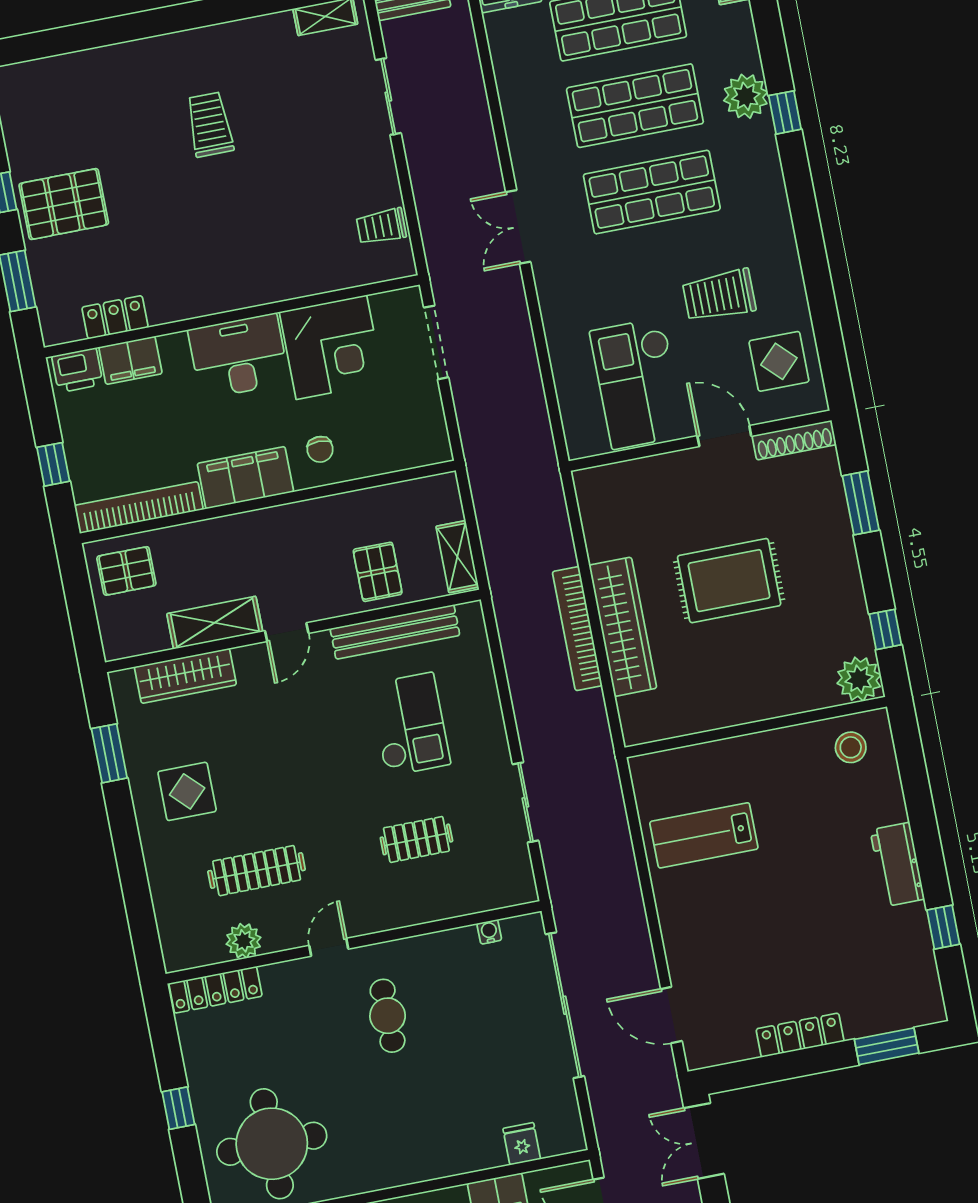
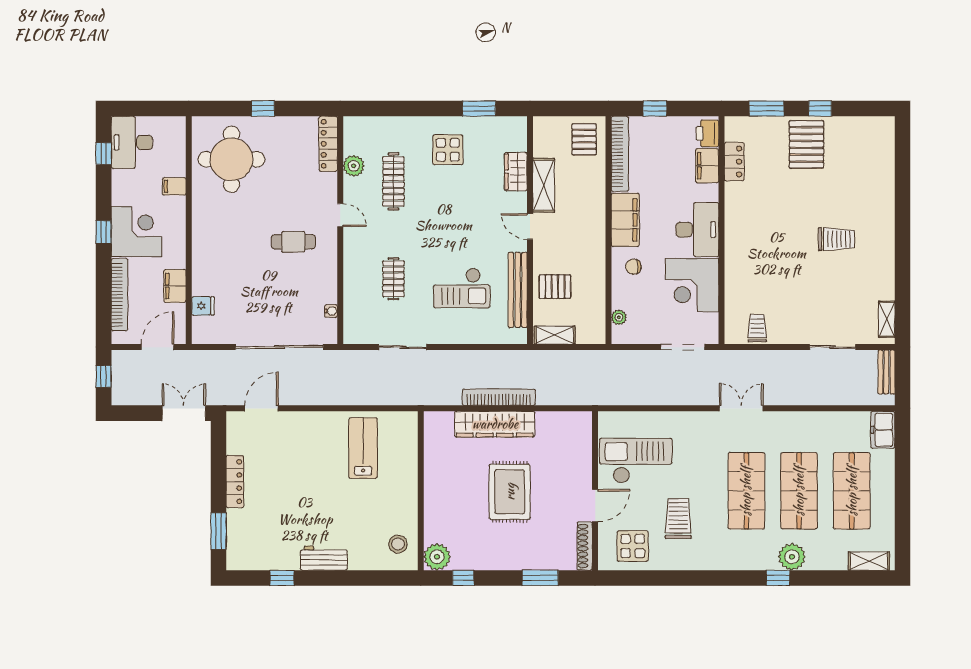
plant: (408, 457) -> (619, 317), added
wardrobe: (185, 676) -> (516, 172), width x0.67

